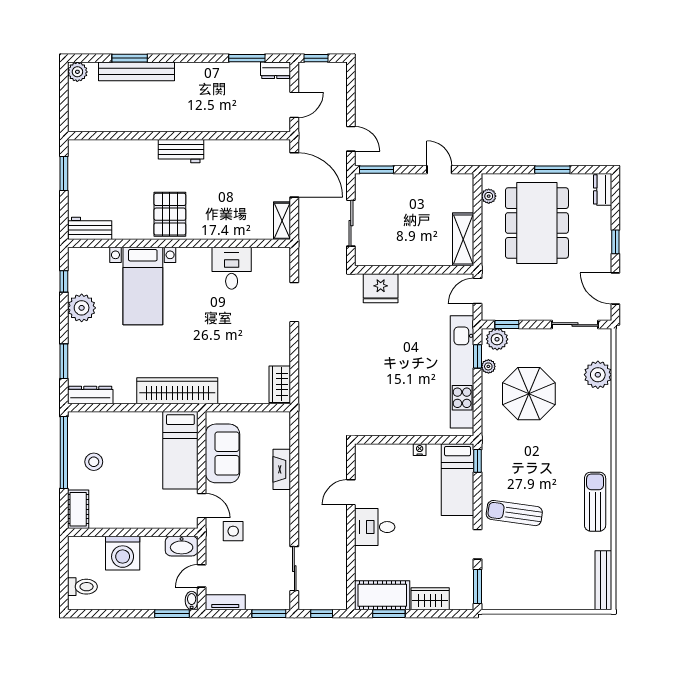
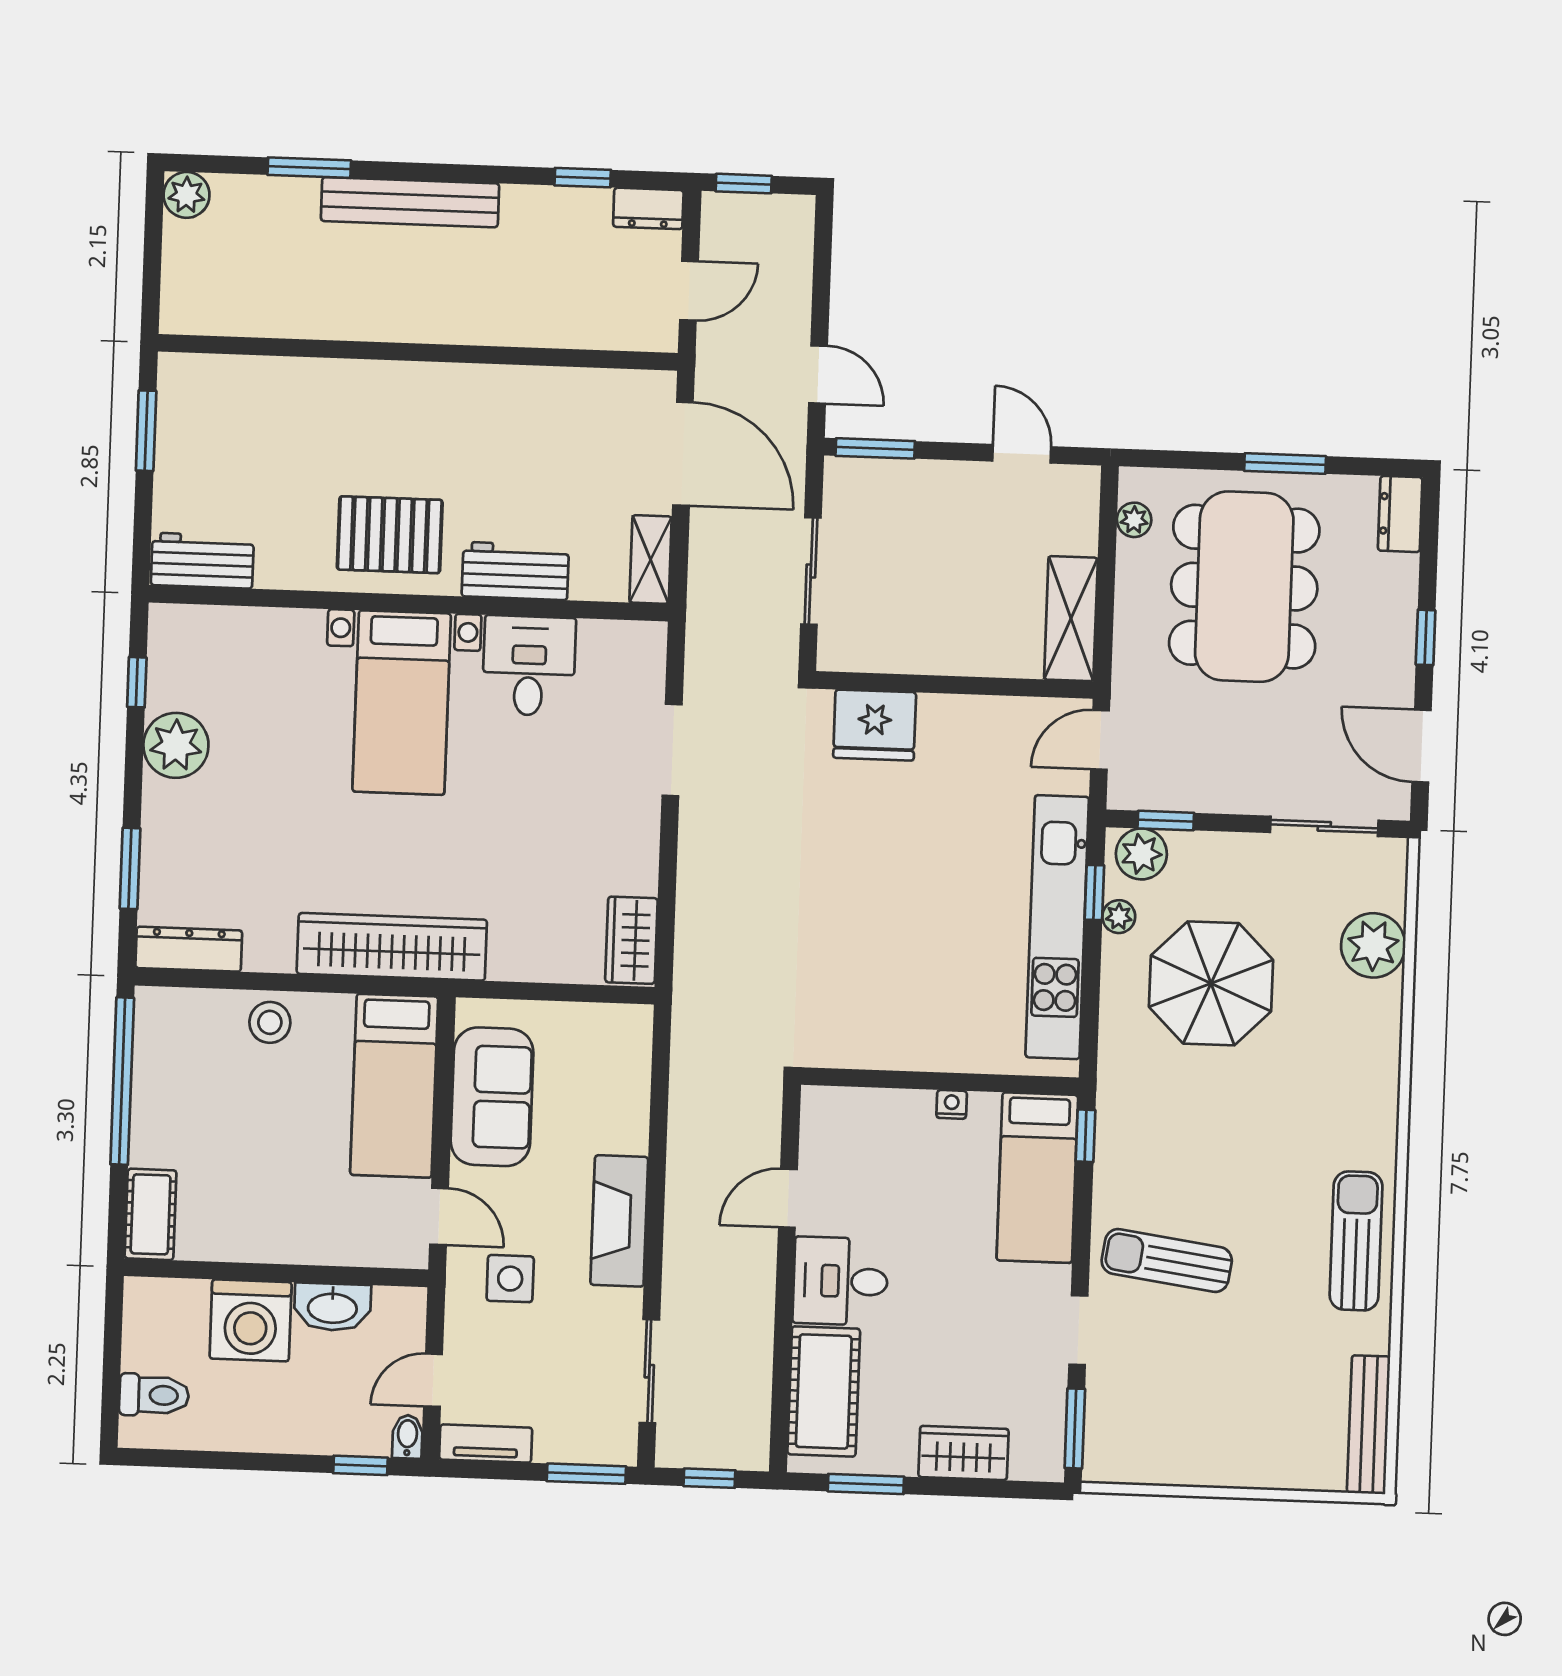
window: (247, 58) -> (583, 178), width x0.67
bench: (137, 71) -> (410, 202), moved
workbench: (181, 151) -> (515, 571), moved, turned 180
pallet: (170, 214) -> (390, 535), turned 90
bed with nightstands: (143, 286) -> (402, 703), moved
stool: (94, 462) -> (270, 1022), moved
fireplace: (282, 469) -> (619, 1221), moved, width x1.37, depth x1.32
washbasin: (182, 546) -> (332, 1307), moved
cot: (382, 595) -> (824, 1391), moved, turned 90
window: (172, 614) -> (360, 1465), width x0.67

